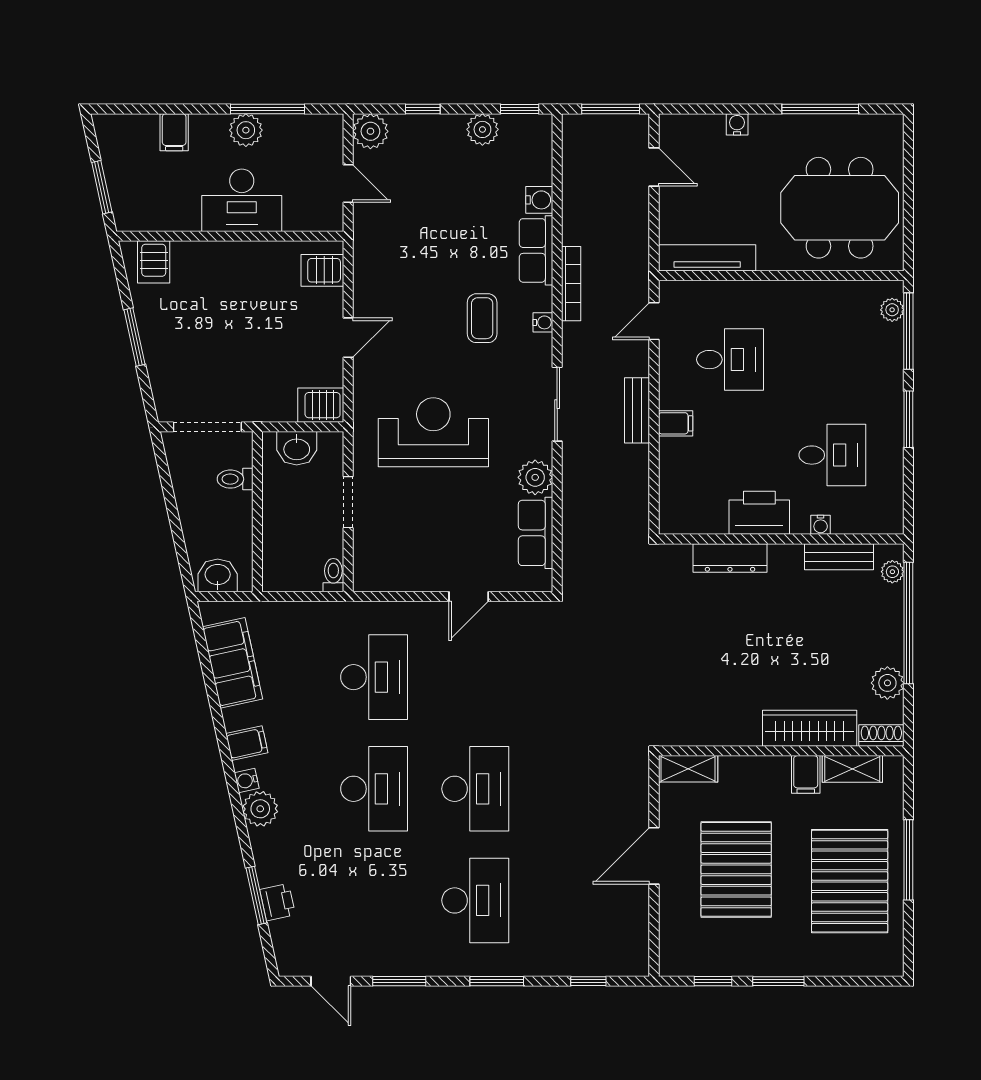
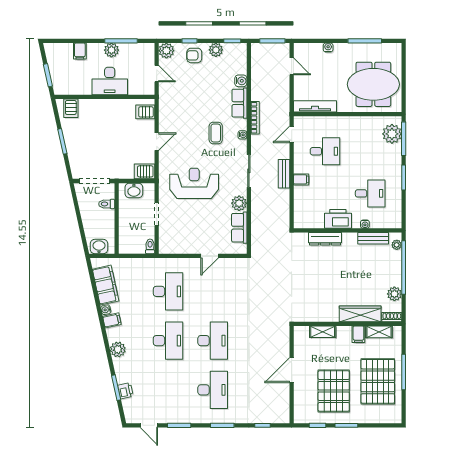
armchair: (434, 142) -> (194, 55), added
plant: (892, 310) -> (392, 134), width x1.88, depth x1.88
shelving: (688, 769) -> (323, 332), moved
water cooler: (247, 780) -> (106, 310), moved
pallet: (736, 869) -> (334, 391), moved

